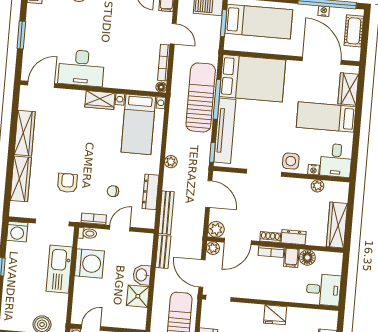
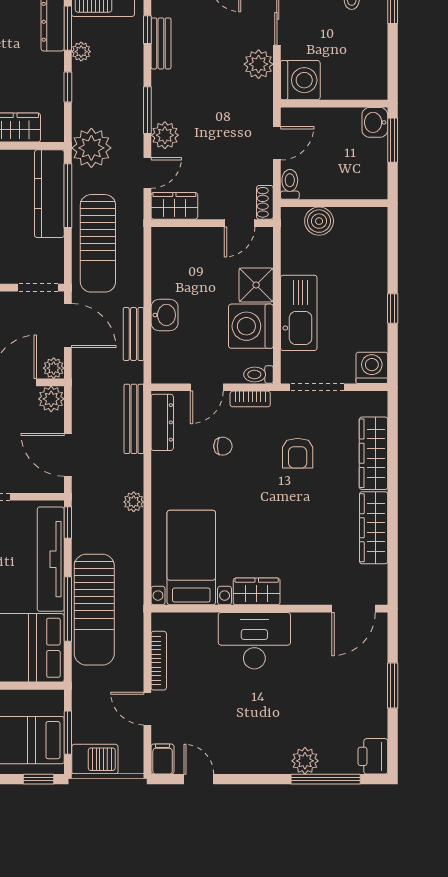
desk: (81, 68) -> (254, 641), moved
floor lamp: (161, 87) -> (160, 621), removed
dresser: (151, 192) -> (162, 422), moved
bench: (163, 252) -> (134, 334), moved
shower: (138, 296) -> (256, 285), moved

